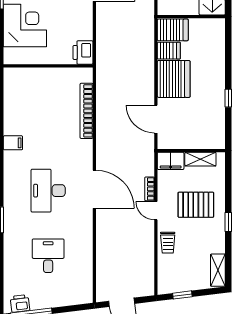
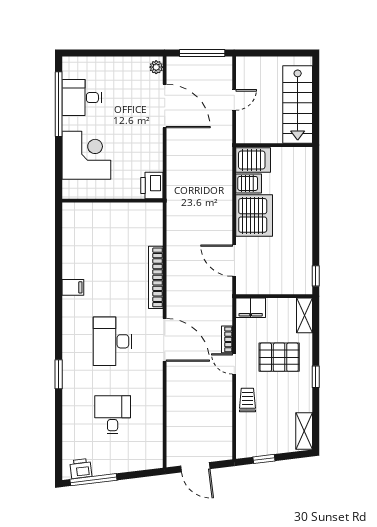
window: (228, 98) -> (316, 276), moved
bookcase: (86, 111) -> (156, 277), moved
shelving: (200, 159) -> (304, 315), moved, turned 90
trolley: (168, 243) -> (247, 400), turned 180

